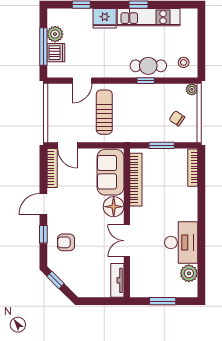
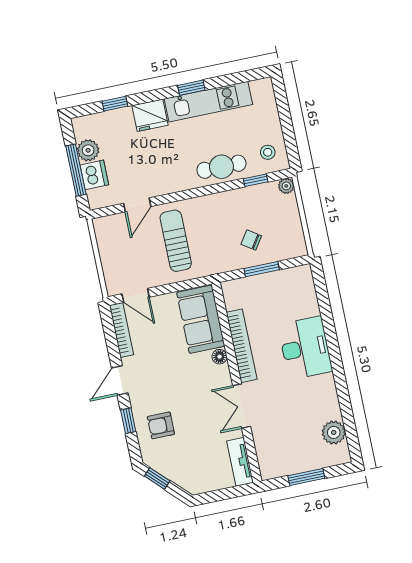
window: (146, 81) -> (256, 180), moved
chair: (177, 118) -> (251, 240), moved
bookcase: (193, 168) -> (309, 290), removed
bookcase: (136, 180) -> (242, 346), moved
floor lamp: (114, 207) -> (220, 357), width x0.53, depth x0.53
desk: (181, 243) -> (305, 348), moved

